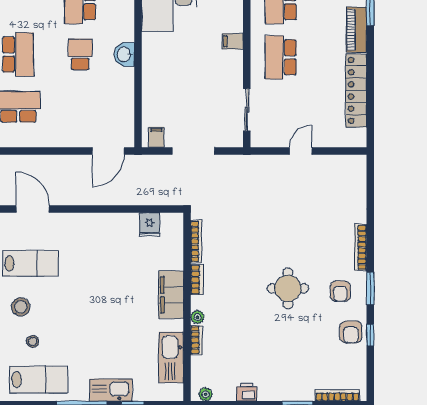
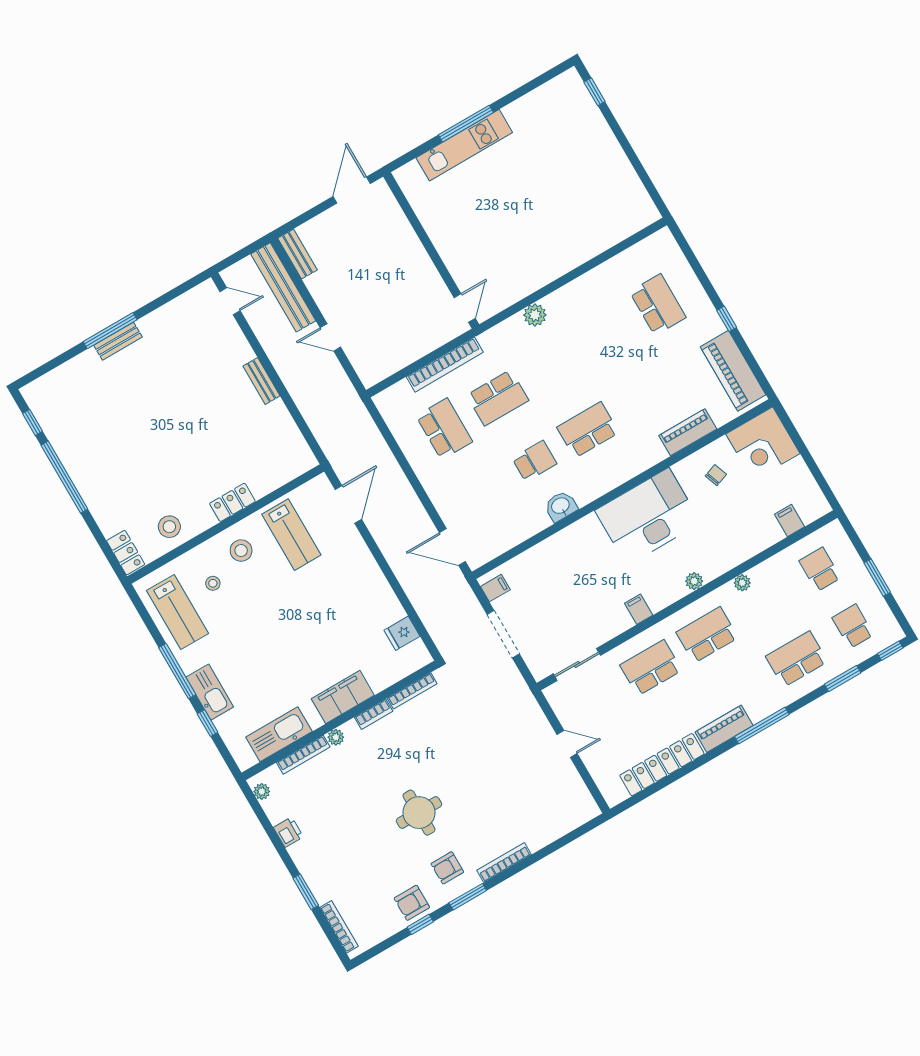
bookcase: (196, 340) -> (303, 755), width x1.56

